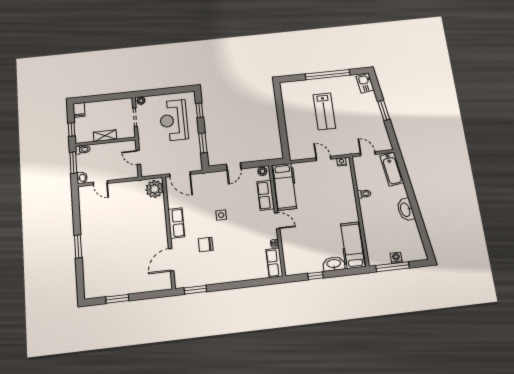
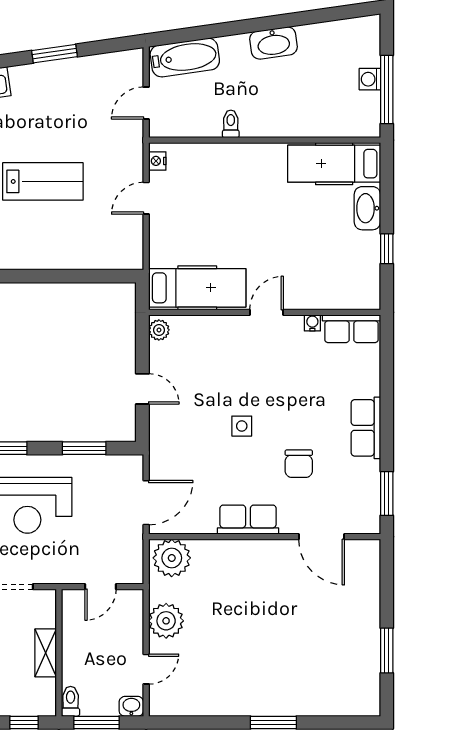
plant: (124, 190) -> (166, 621), added
row of seats: (266, 195) -> (366, 428), moved, turned 90

